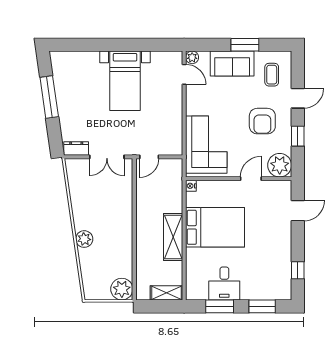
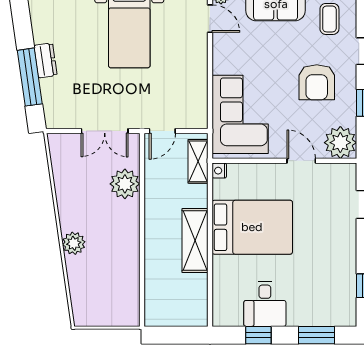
window: (49, 97) -> (30, 77), moved
dresser: (76, 148) -> (45, 60), moved, turned 82
door: (251, 179) -> (301, 161), hinge flipped
plant: (122, 289) -> (125, 184), moved
shelving: (166, 293) -> (198, 161), moved, turned 90
window: (220, 306) -> (258, 335), width x0.67

